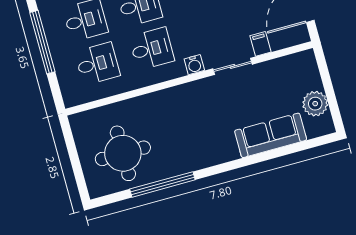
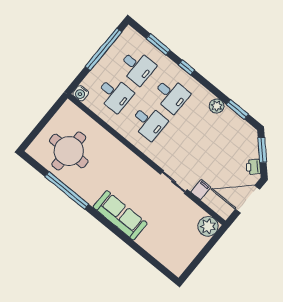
water cooler: (194, 65) -> (81, 93), moved
plant: (315, 104) -> (208, 226), moved
sofa: (271, 135) -> (120, 215), moved

